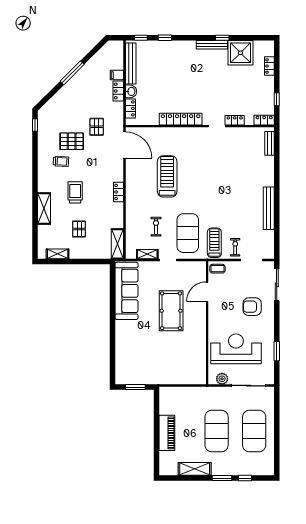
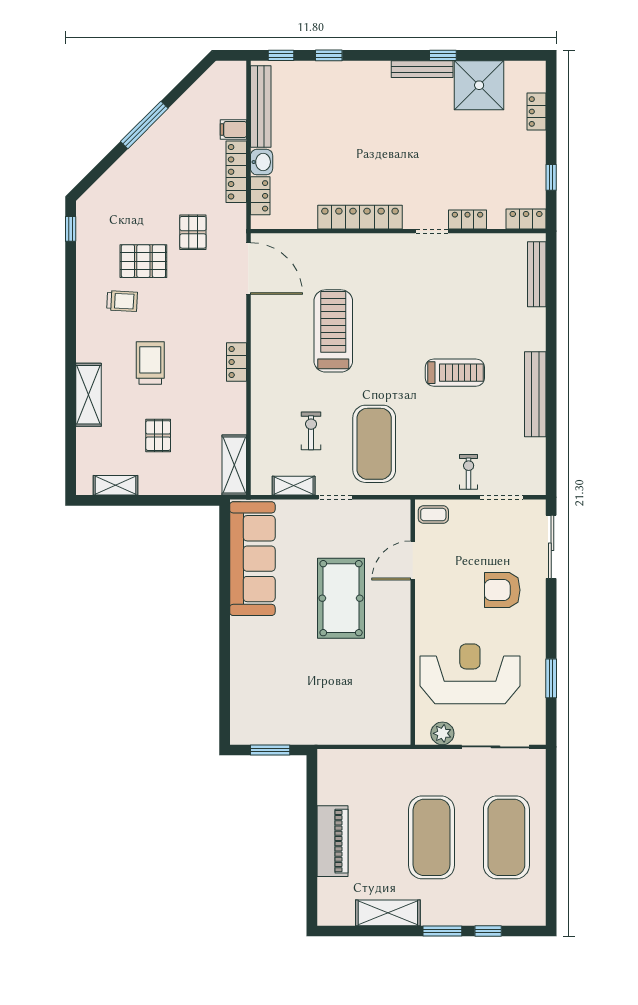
locker: (118, 91) -> (236, 172), width x1.53
bench: (270, 143) -> (537, 274), width x1.36
treadmill: (214, 243) -> (455, 373), moved, turned 90

